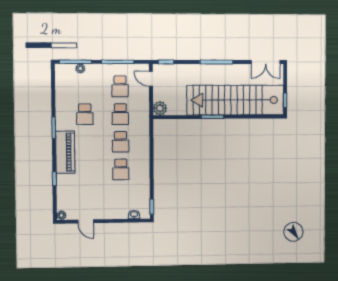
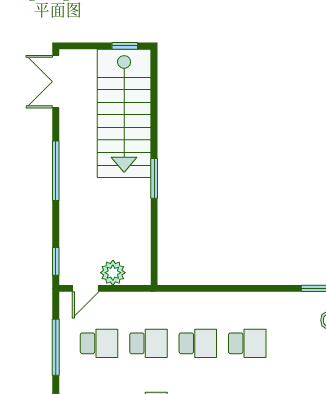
double door: (266, 62) -> (56, 82), swing flipped
stairs: (235, 100) -> (124, 113), width x0.73
plant: (160, 108) -> (113, 273), moved

